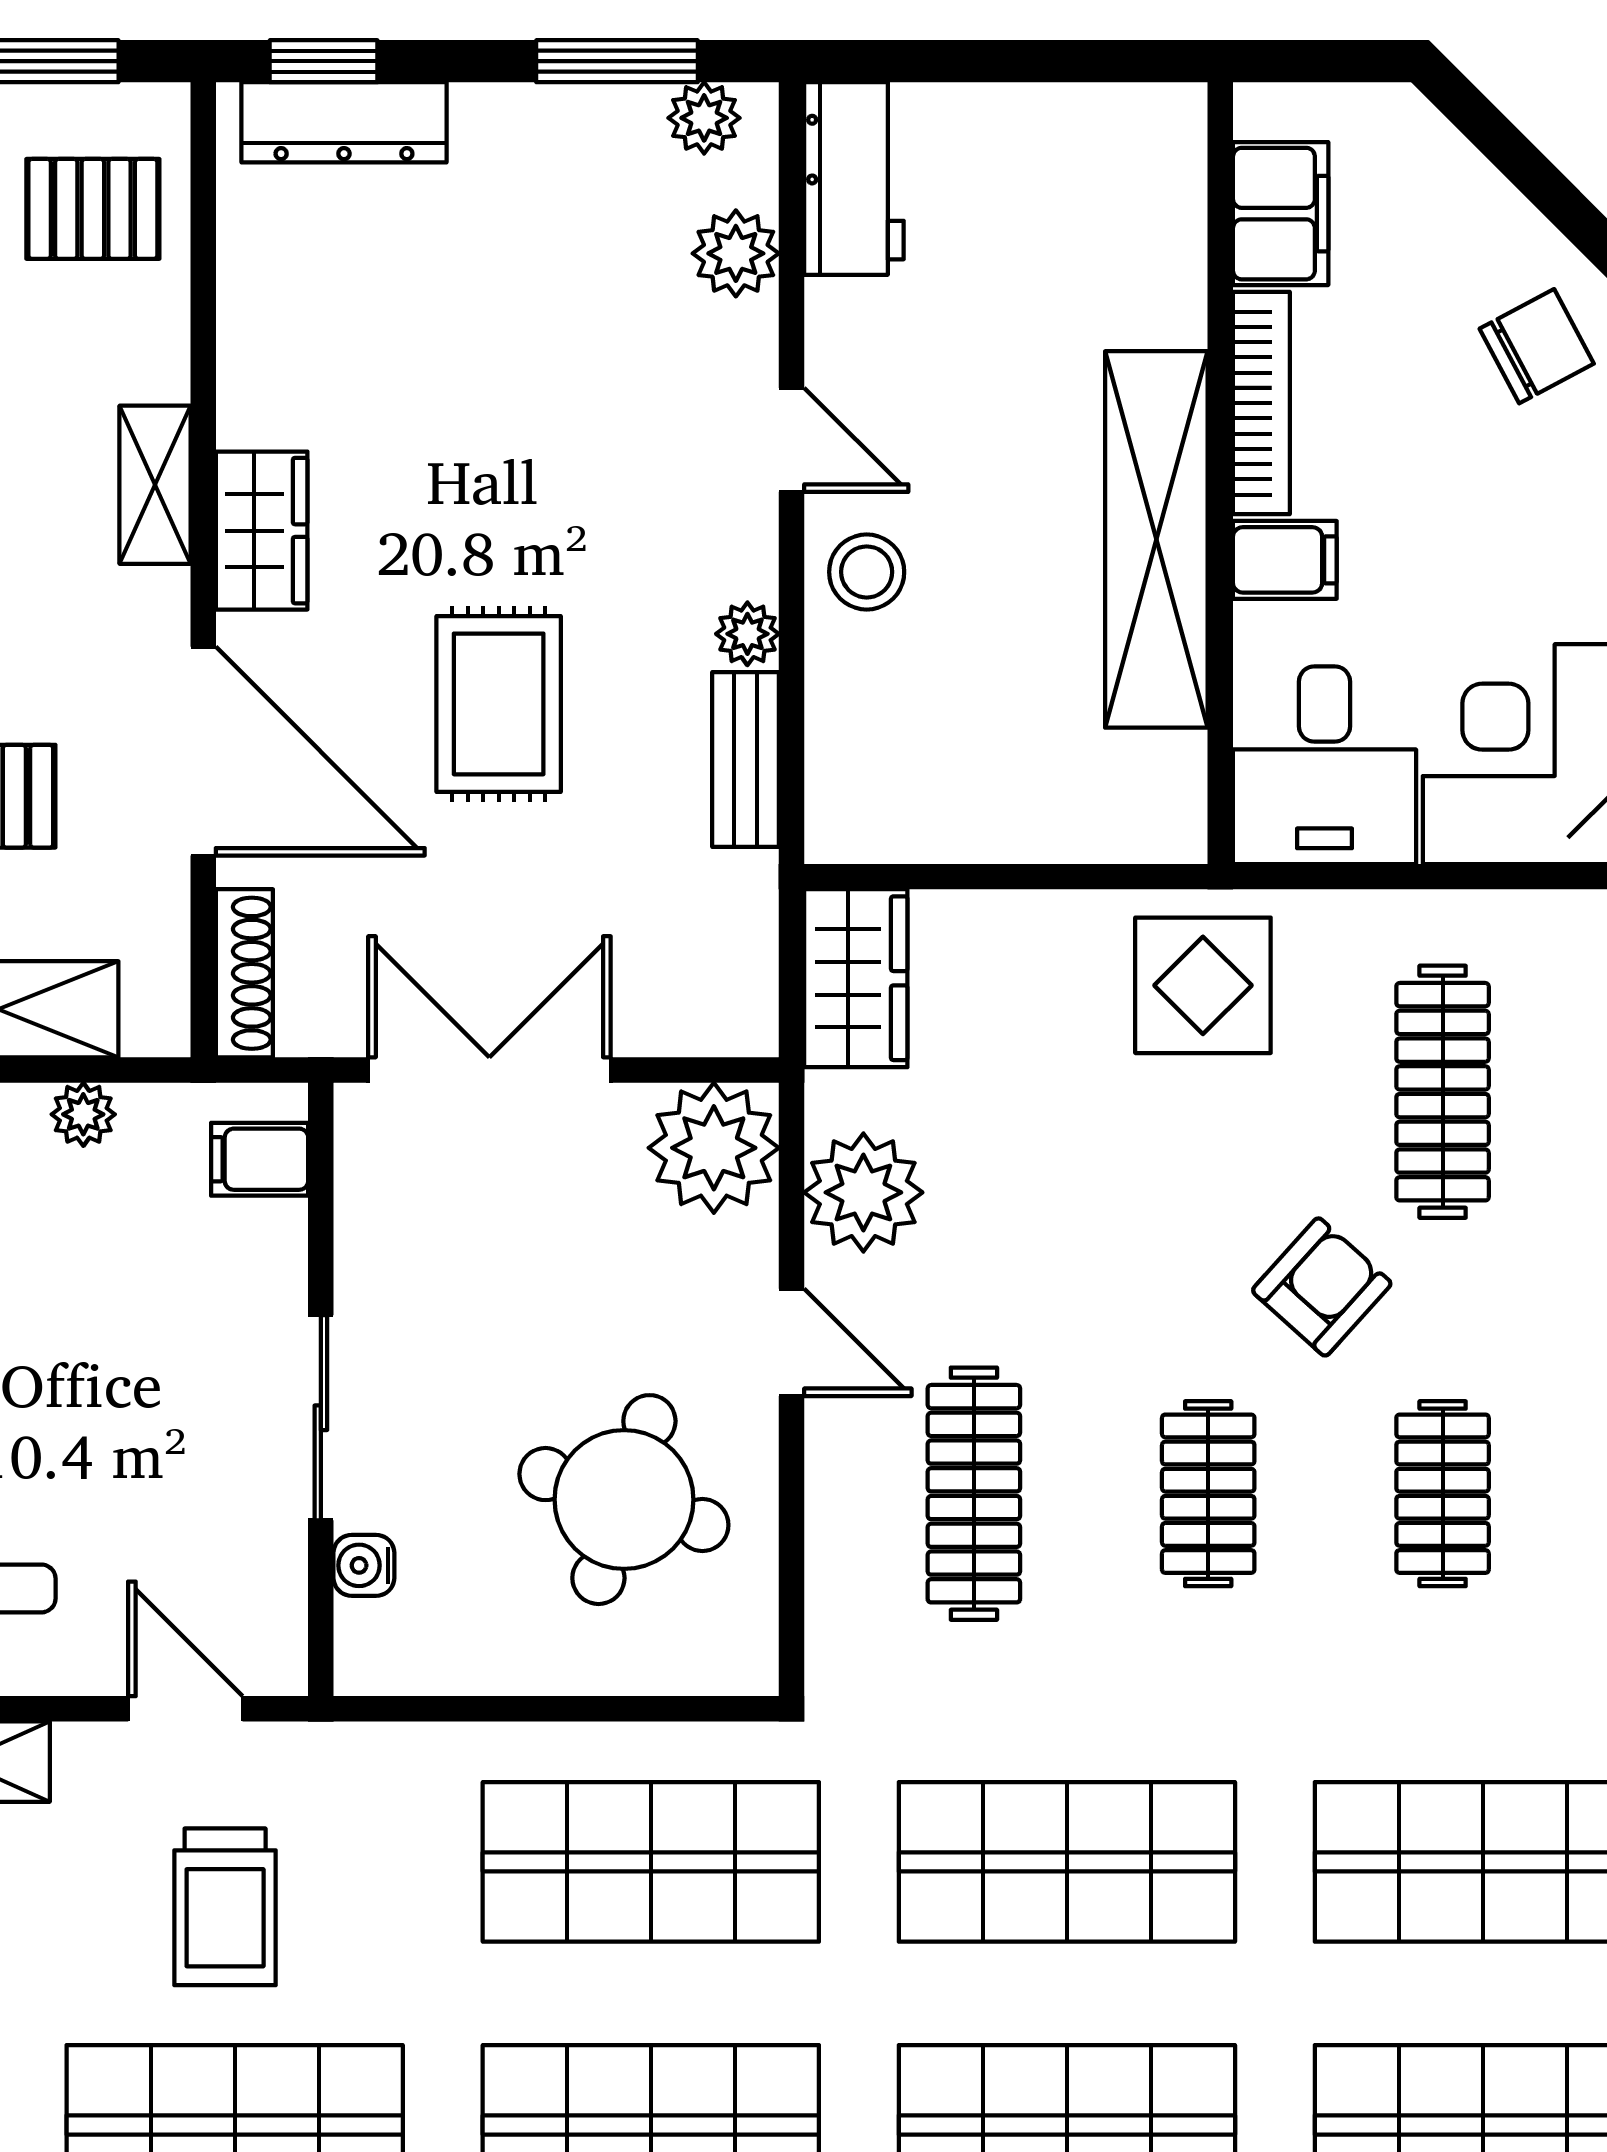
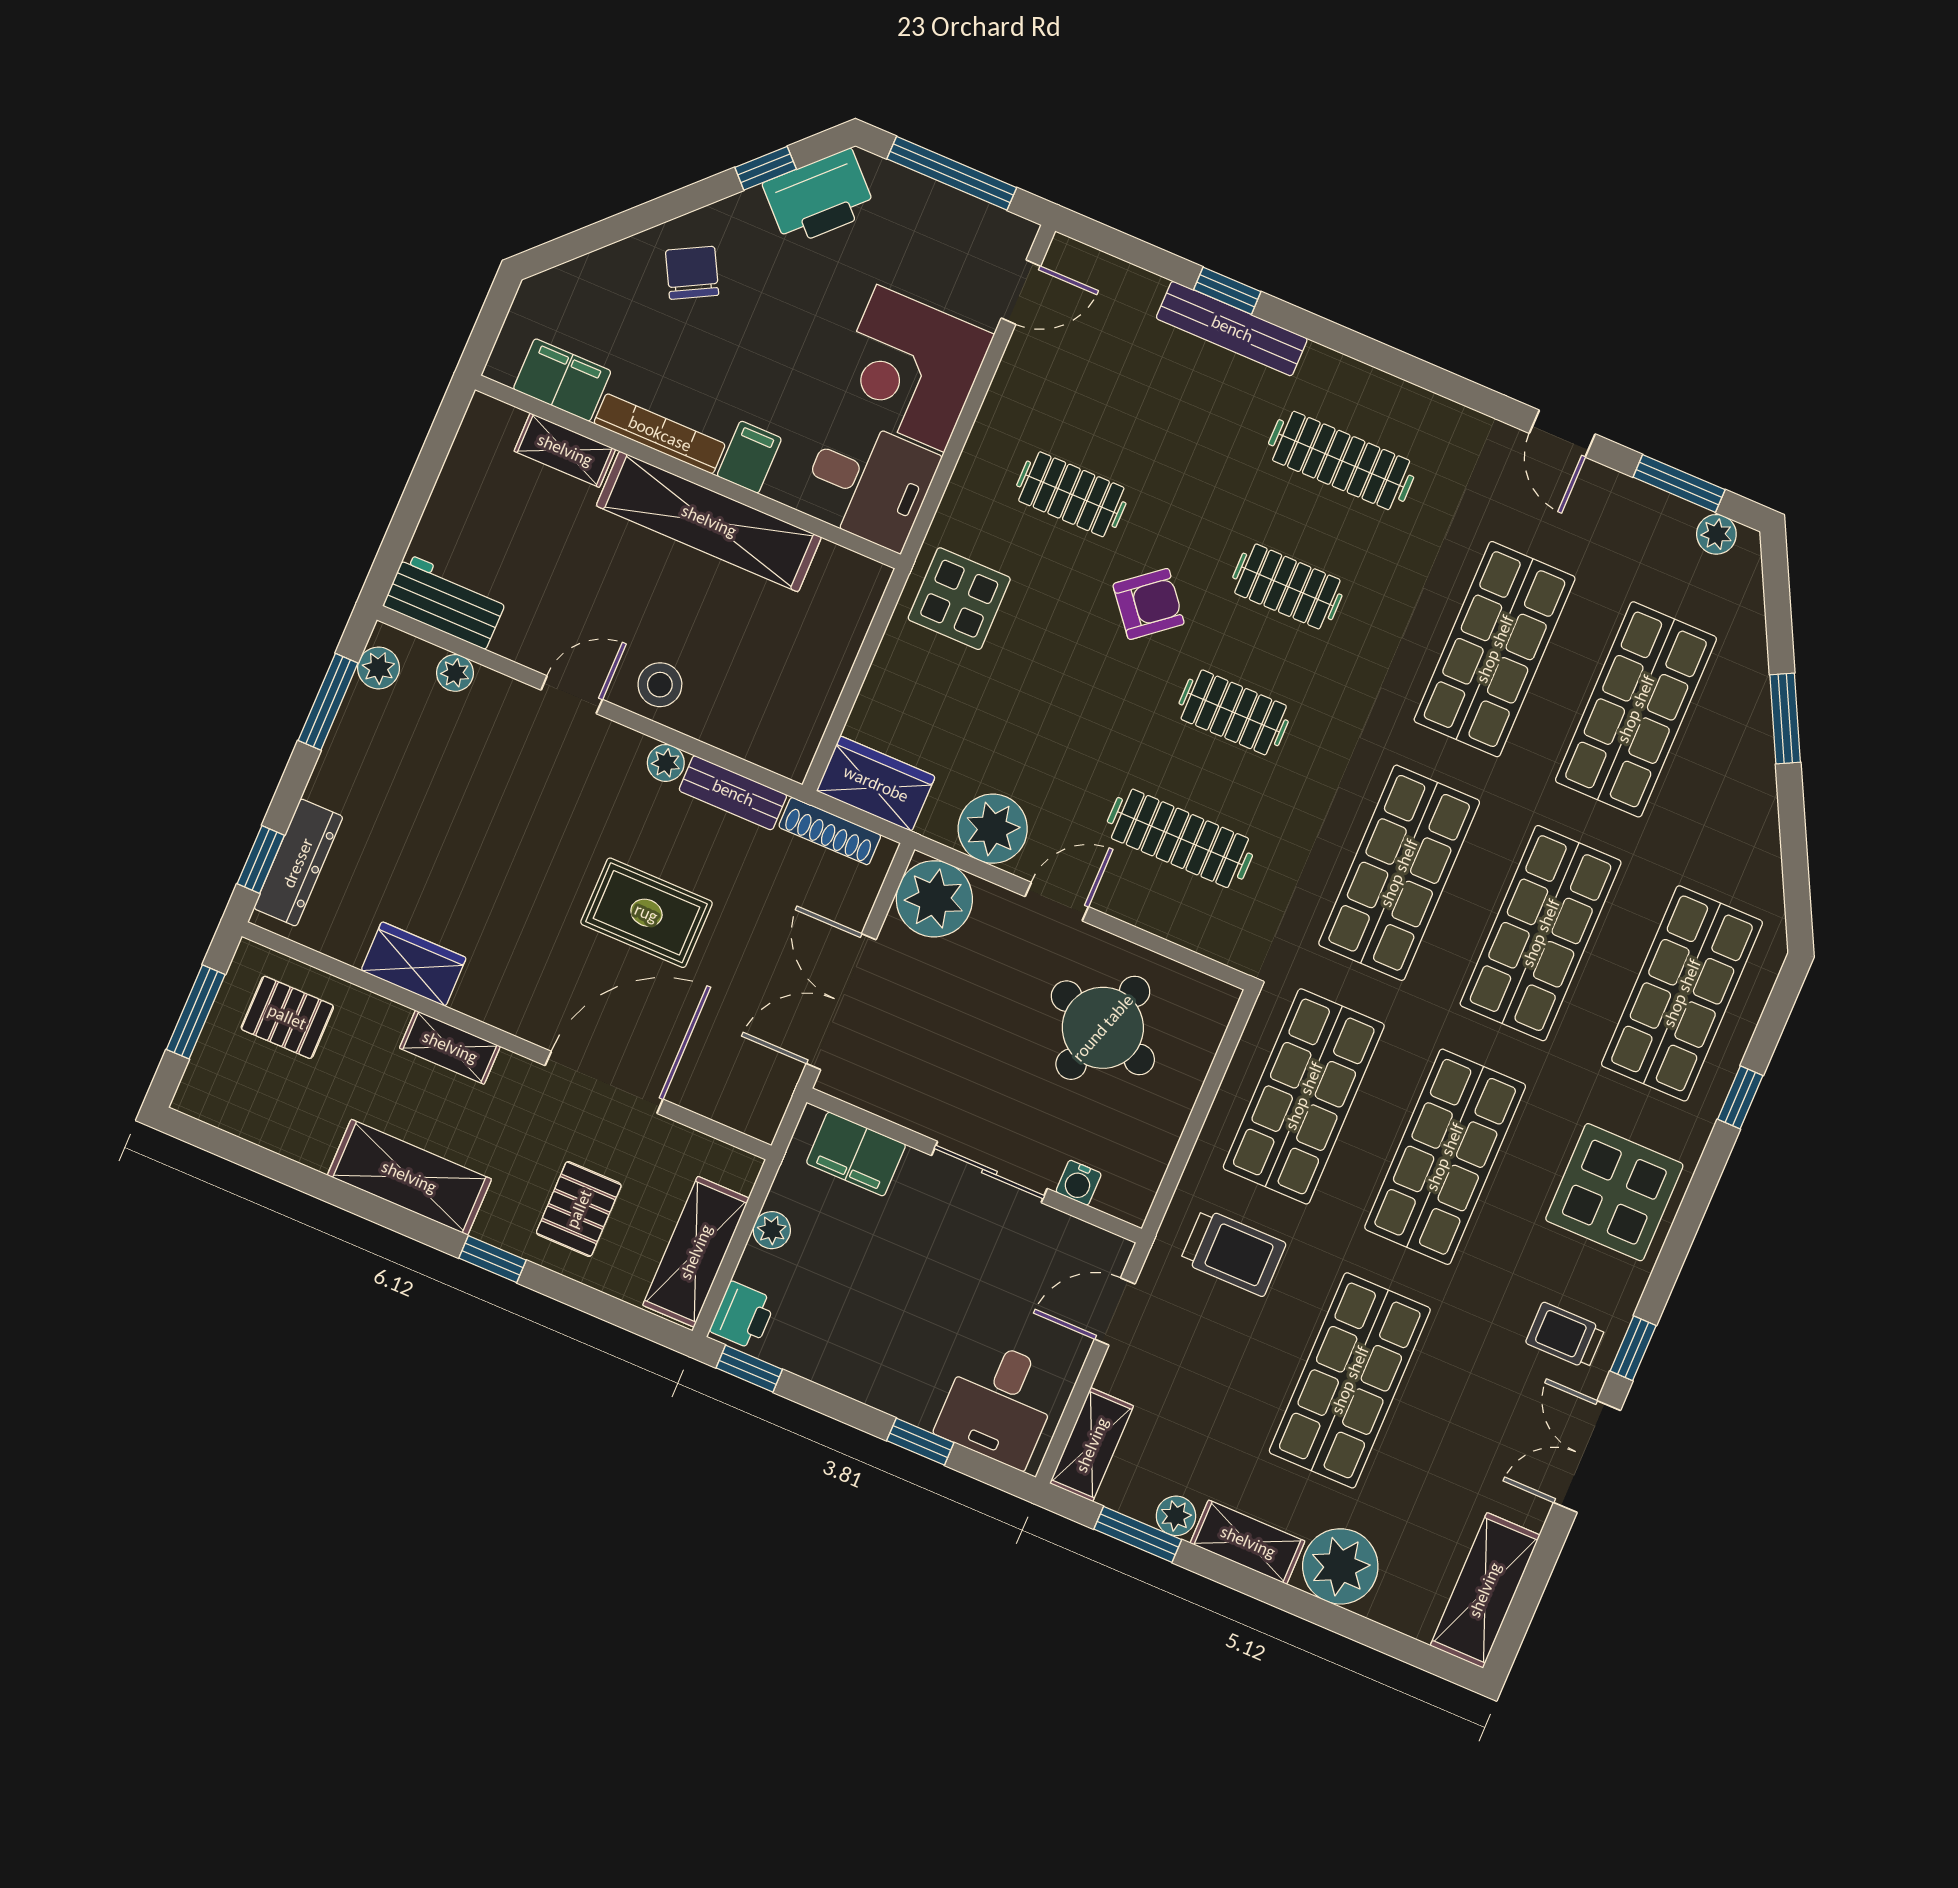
pallet: (93, 209) -> (287, 1017), turned 90
plant: (736, 253) -> (455, 673), width x0.73, depth x0.73
shelving: (1172, 265) -> (565, 450), added
wardrobe: (262, 531) -> (414, 964), moved
shoe rack: (244, 973) -> (830, 831), moved, turned 180
clothes rail: (1443, 1092) -> (1071, 494), width x0.73
filing cabinet: (260, 1159) -> (856, 1154), width x2.00
armchair: (1322, 1287) -> (1149, 604), turned 99
trolley: (225, 1907) -> (1233, 1252), moved

